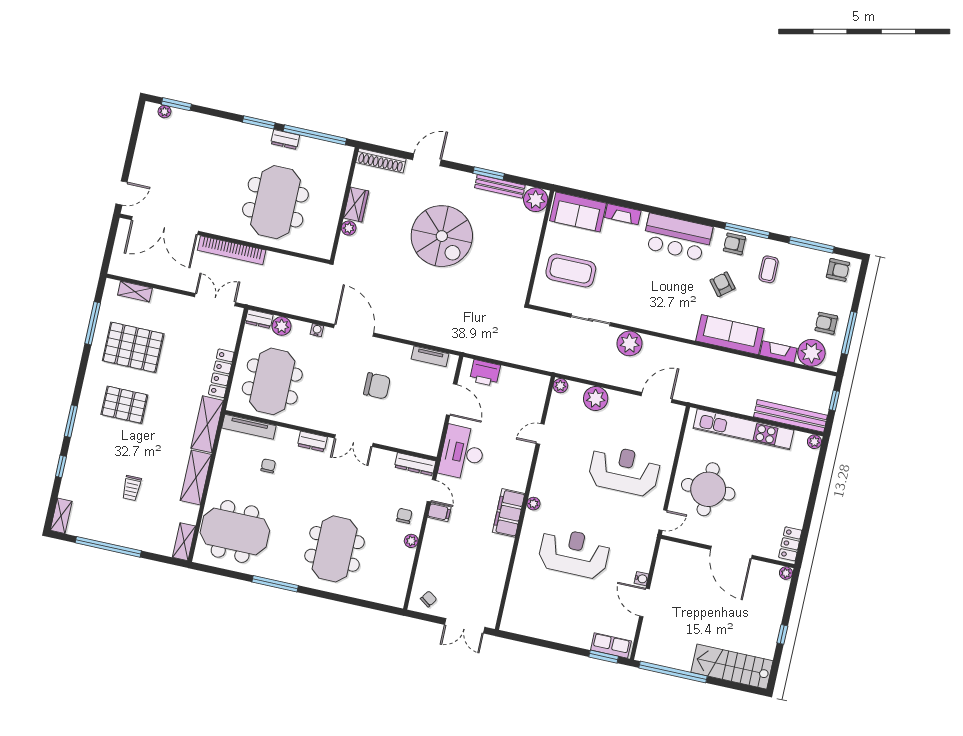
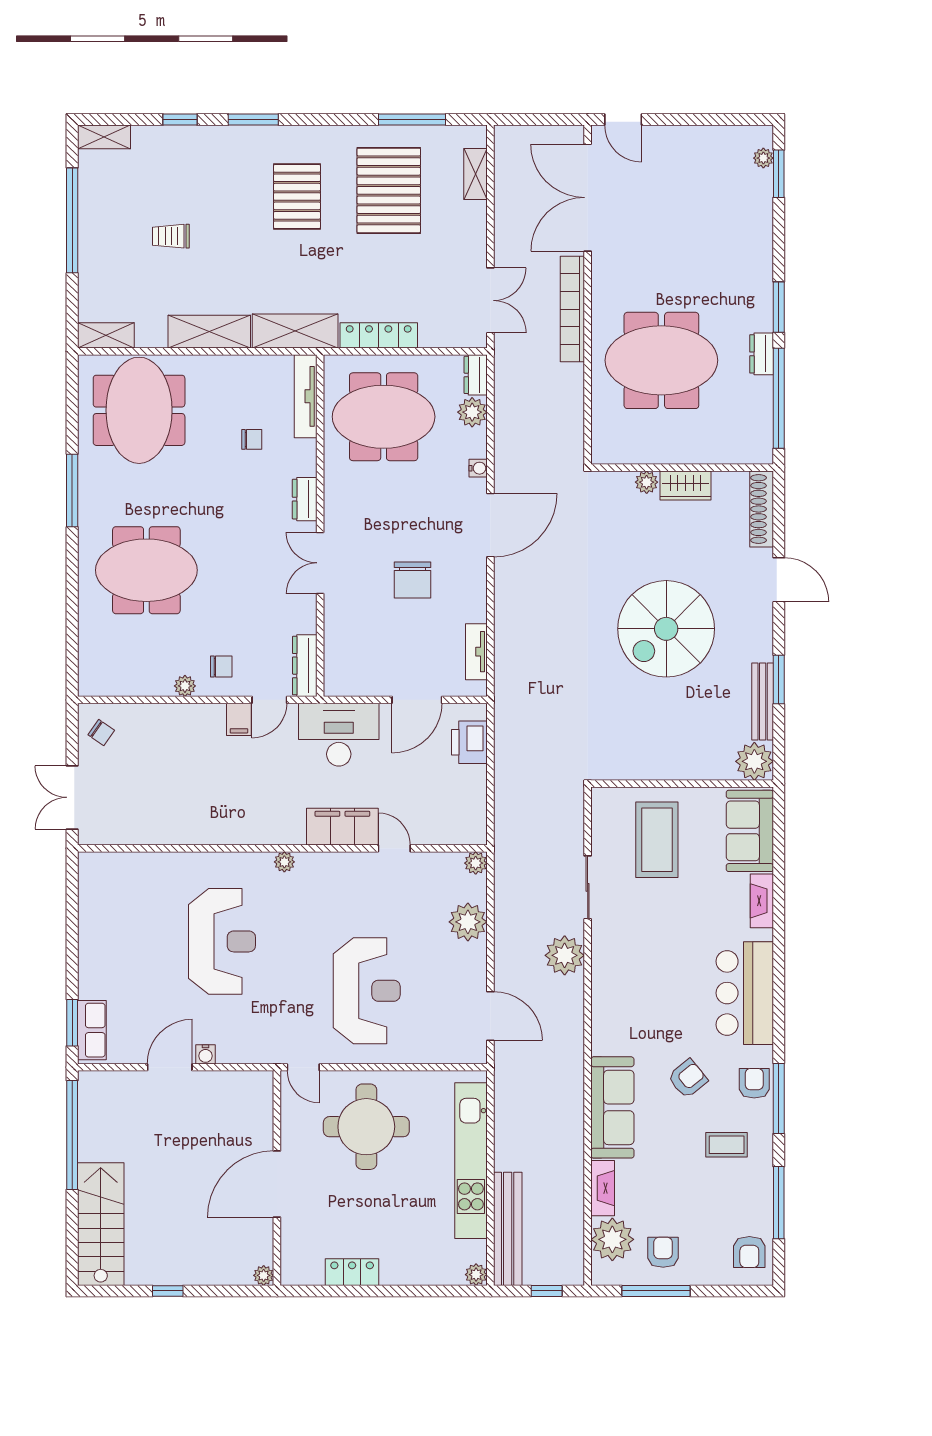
filing cabinet: (509, 513) -> (342, 827), moved
locker: (790, 544) -> (352, 1272), moved

